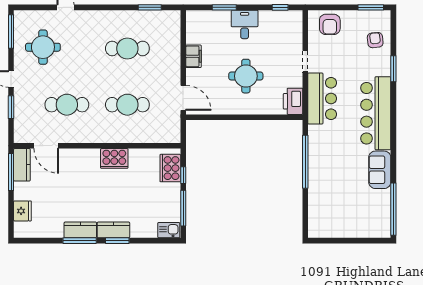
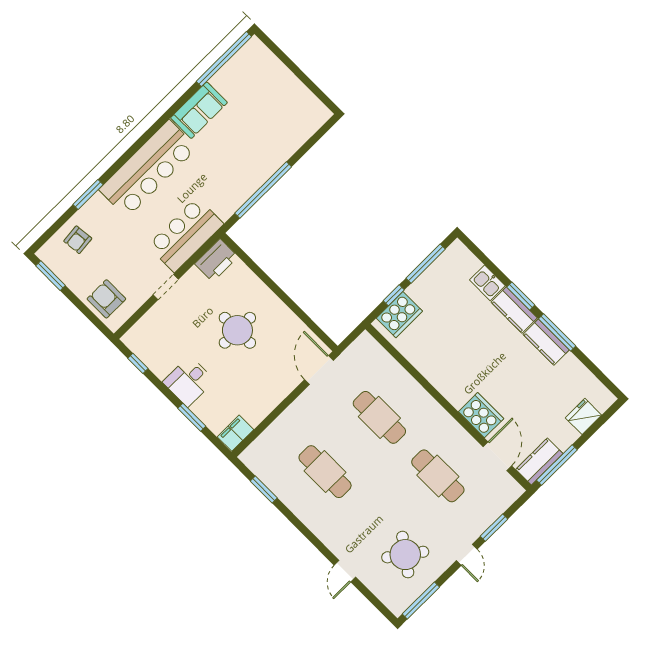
armchair: (330, 24) -> (106, 299), turned -90
round table: (43, 47) -> (405, 555), turned 36
filing cabinet: (194, 56) -> (235, 433), moved
cooker: (114, 158) -> (481, 415), moved
kitchen sink: (169, 230) -> (487, 283), moved

